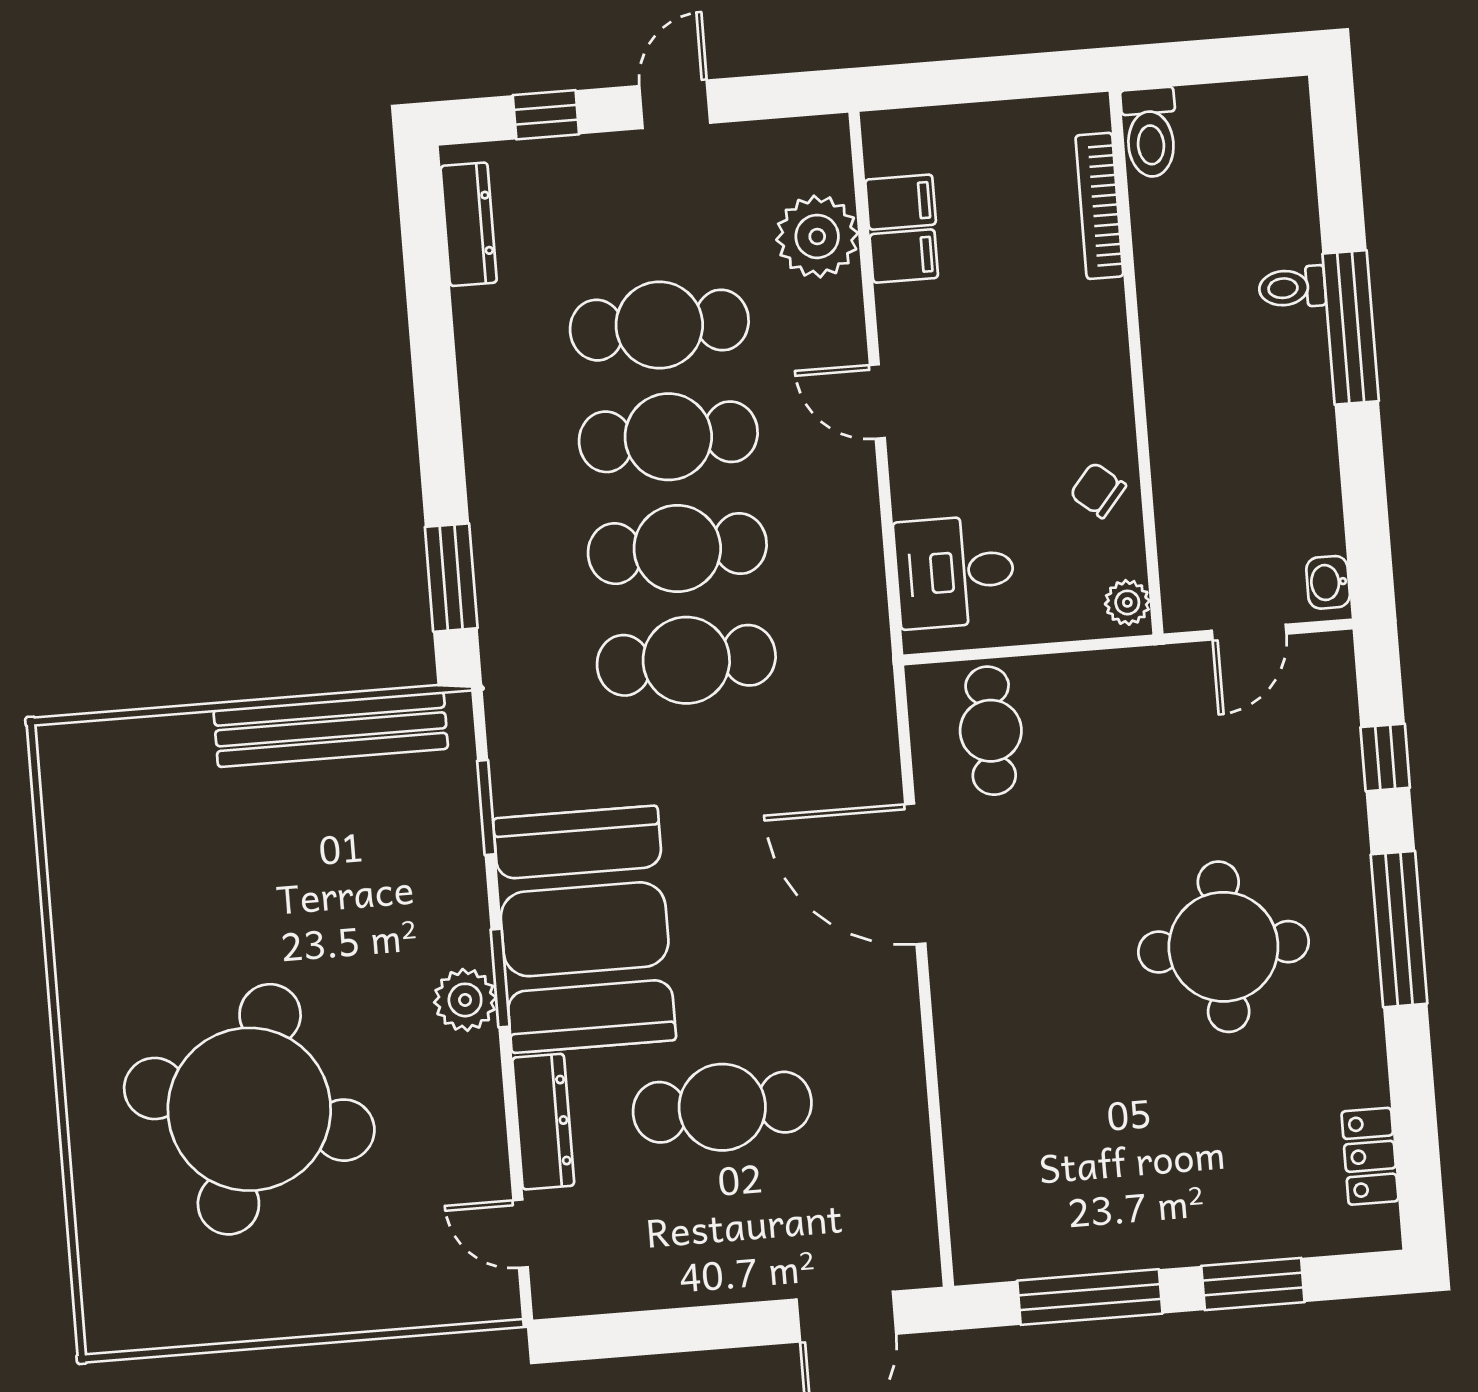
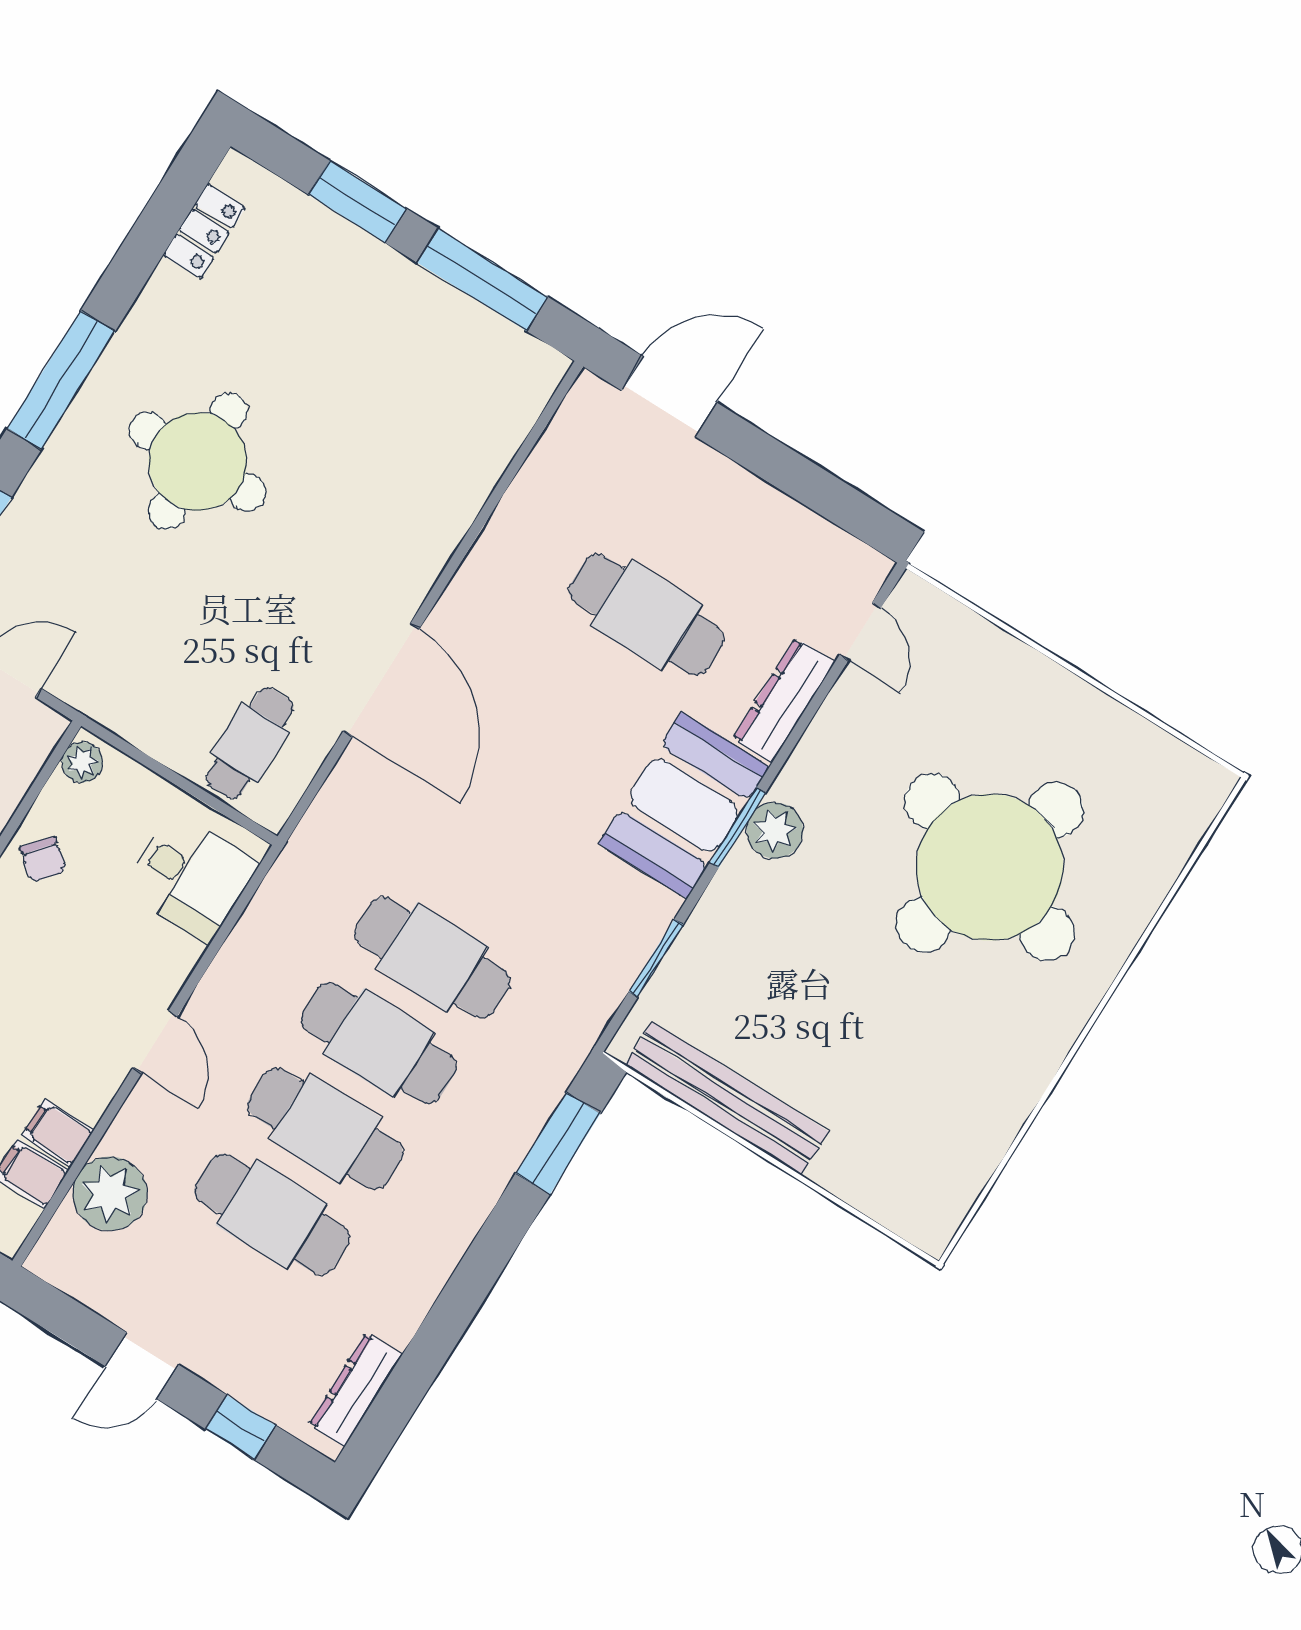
booth: (585, 929) -> (684, 805), width x0.73, depth x0.70

